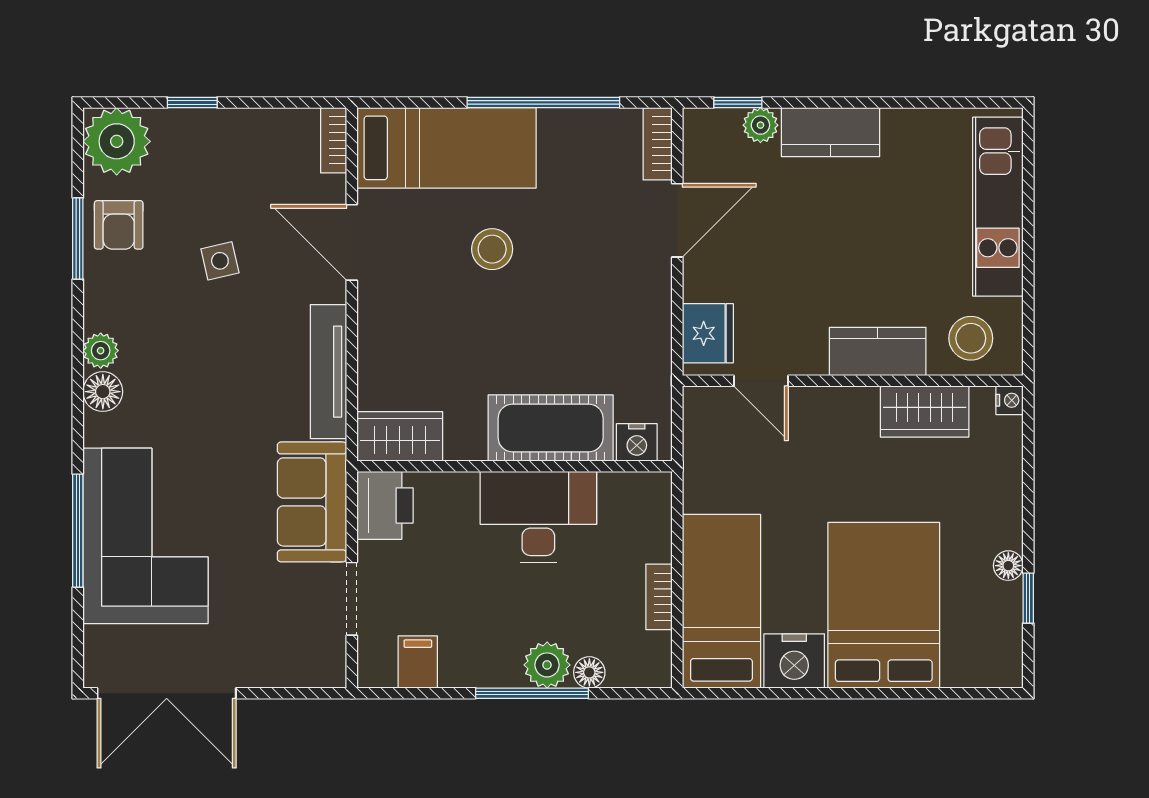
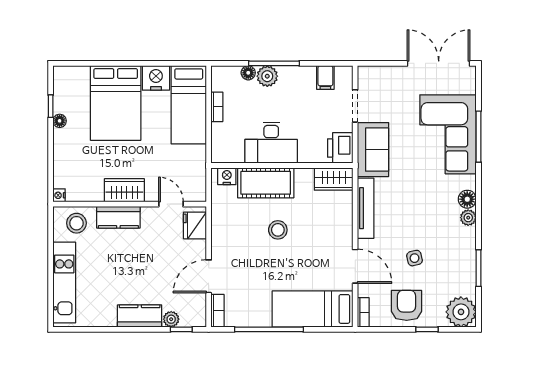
armchair: (119, 225) -> (407, 305), moved, width x1.38, depth x1.38
stool: (492, 249) -> (278, 230), moved
wardrobe: (925, 411) -> (124, 190), moved

